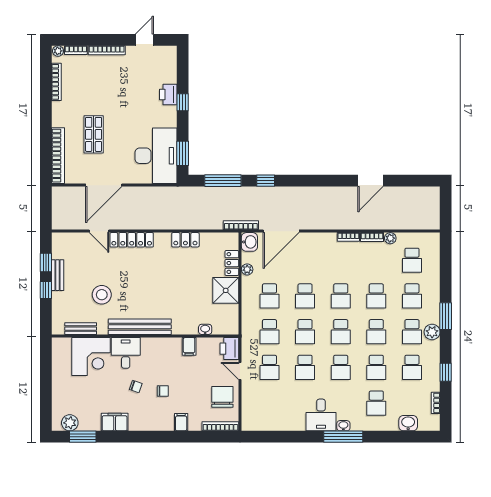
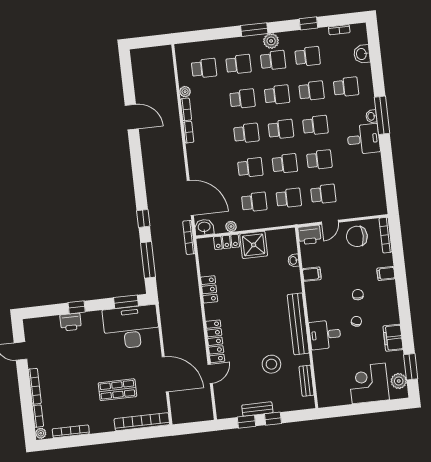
corner desk: (91, 357) -> (369, 383), moved, turned -90

